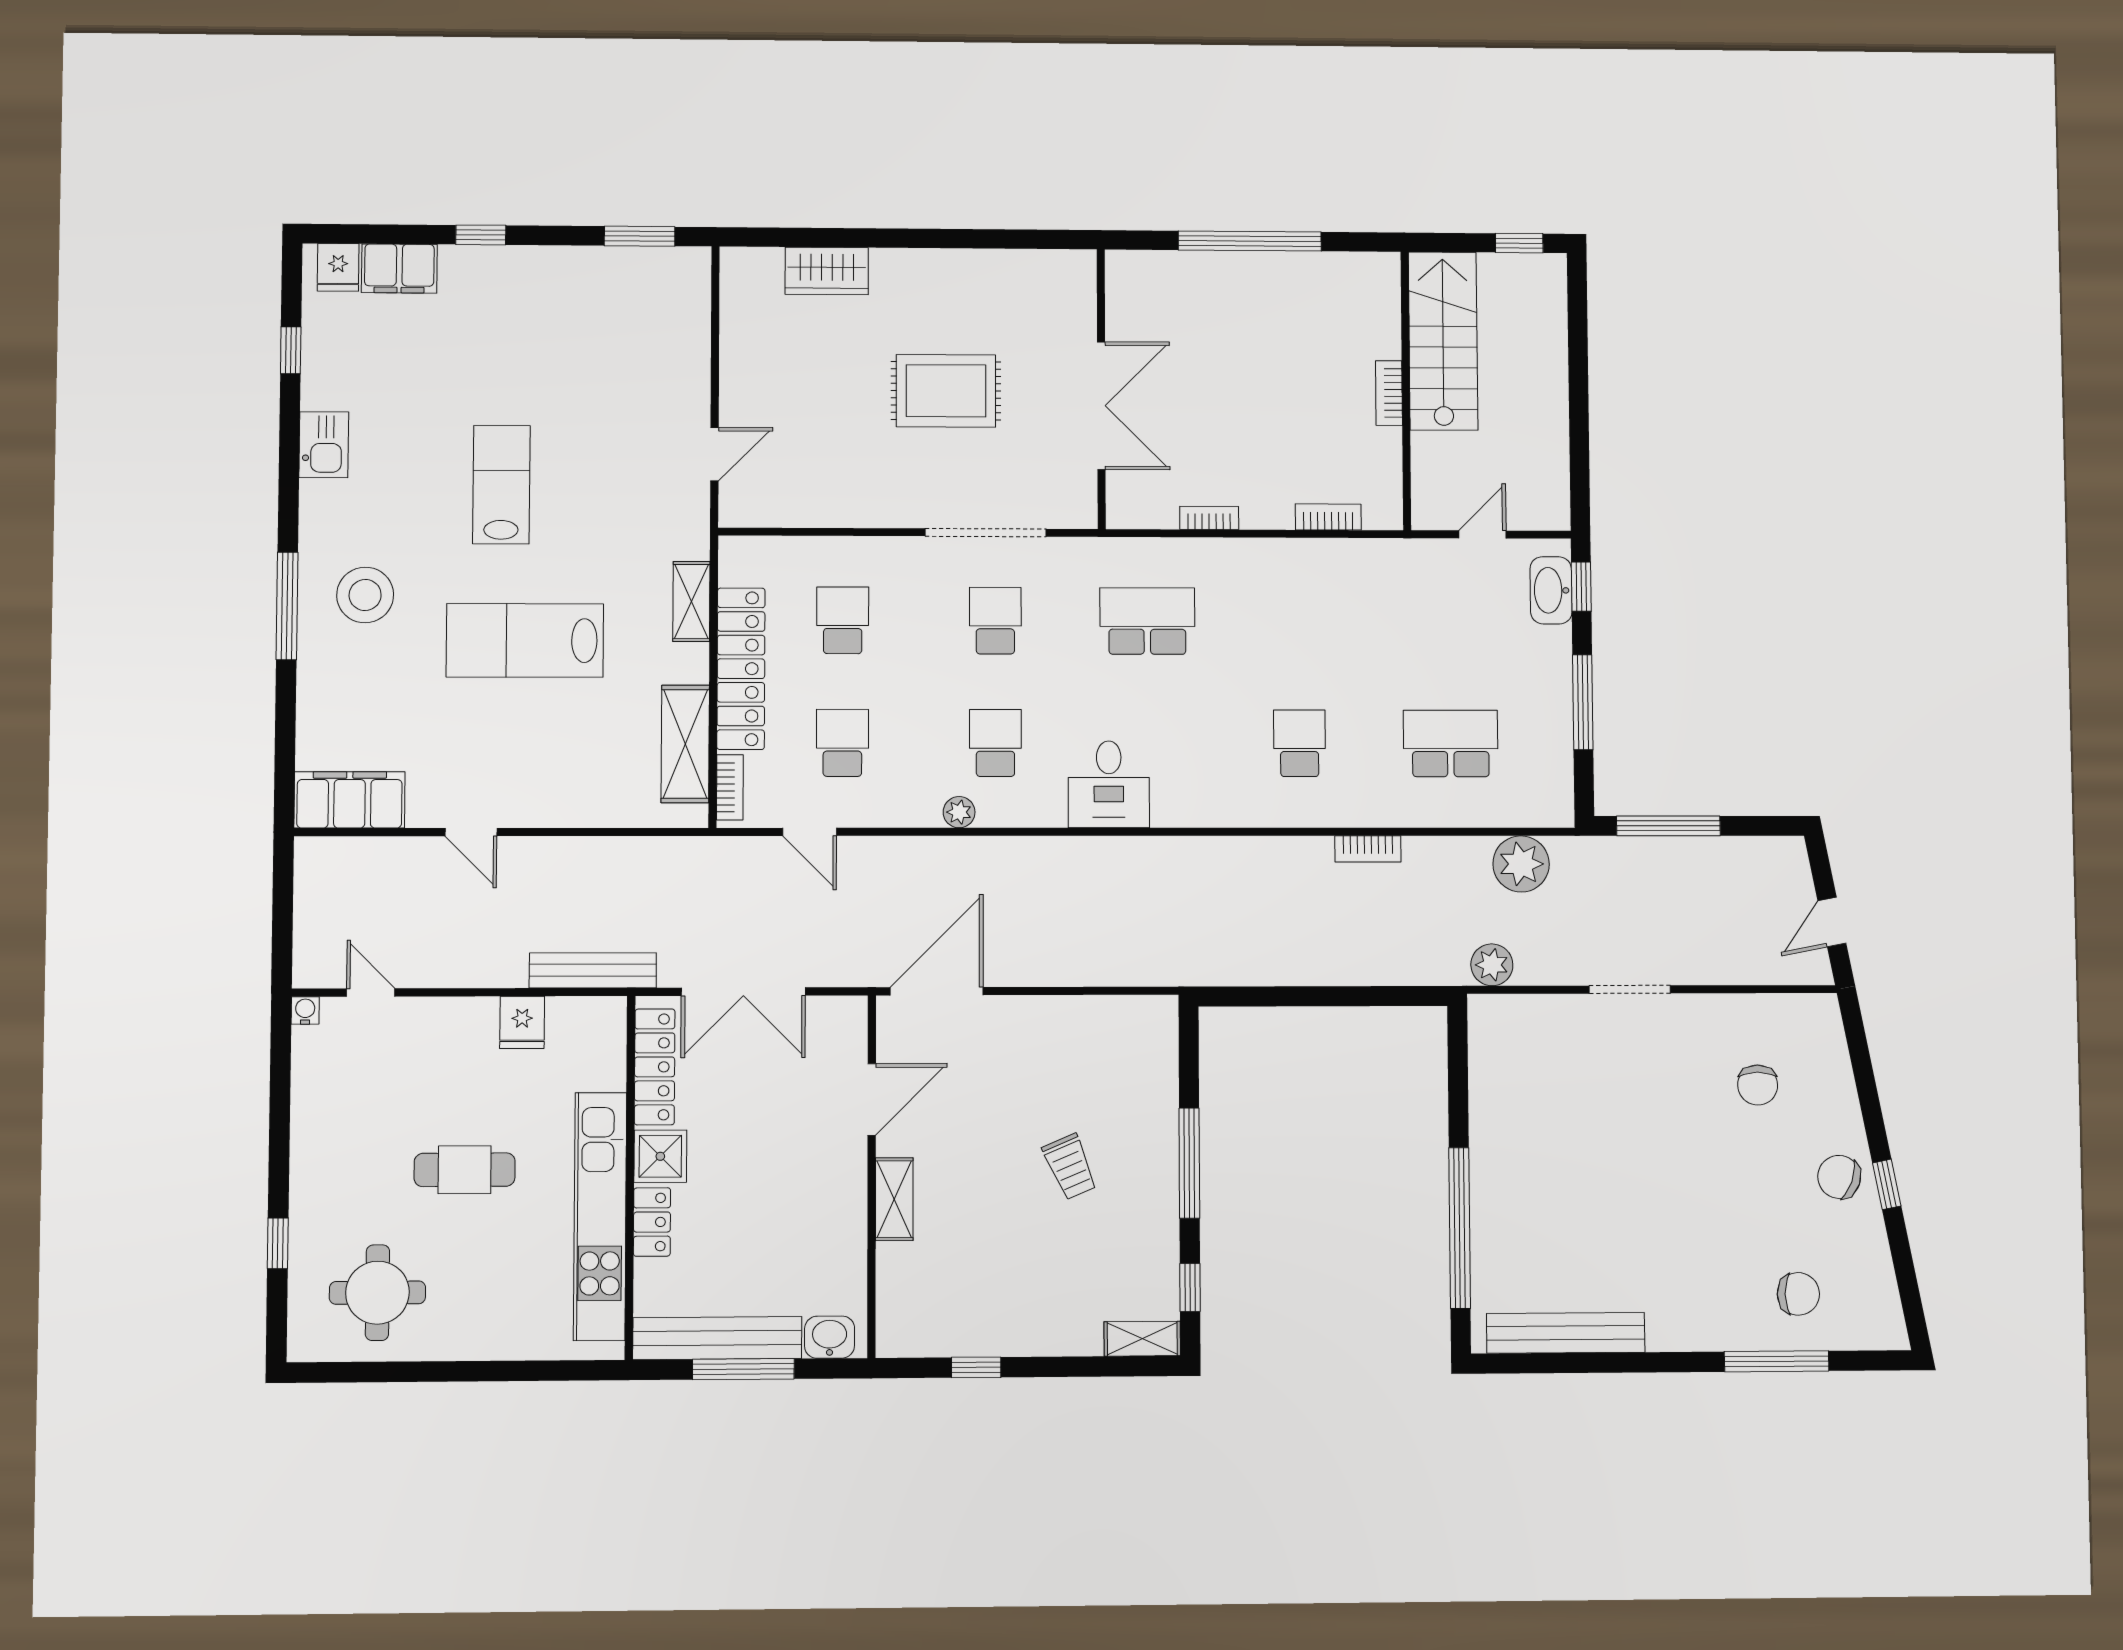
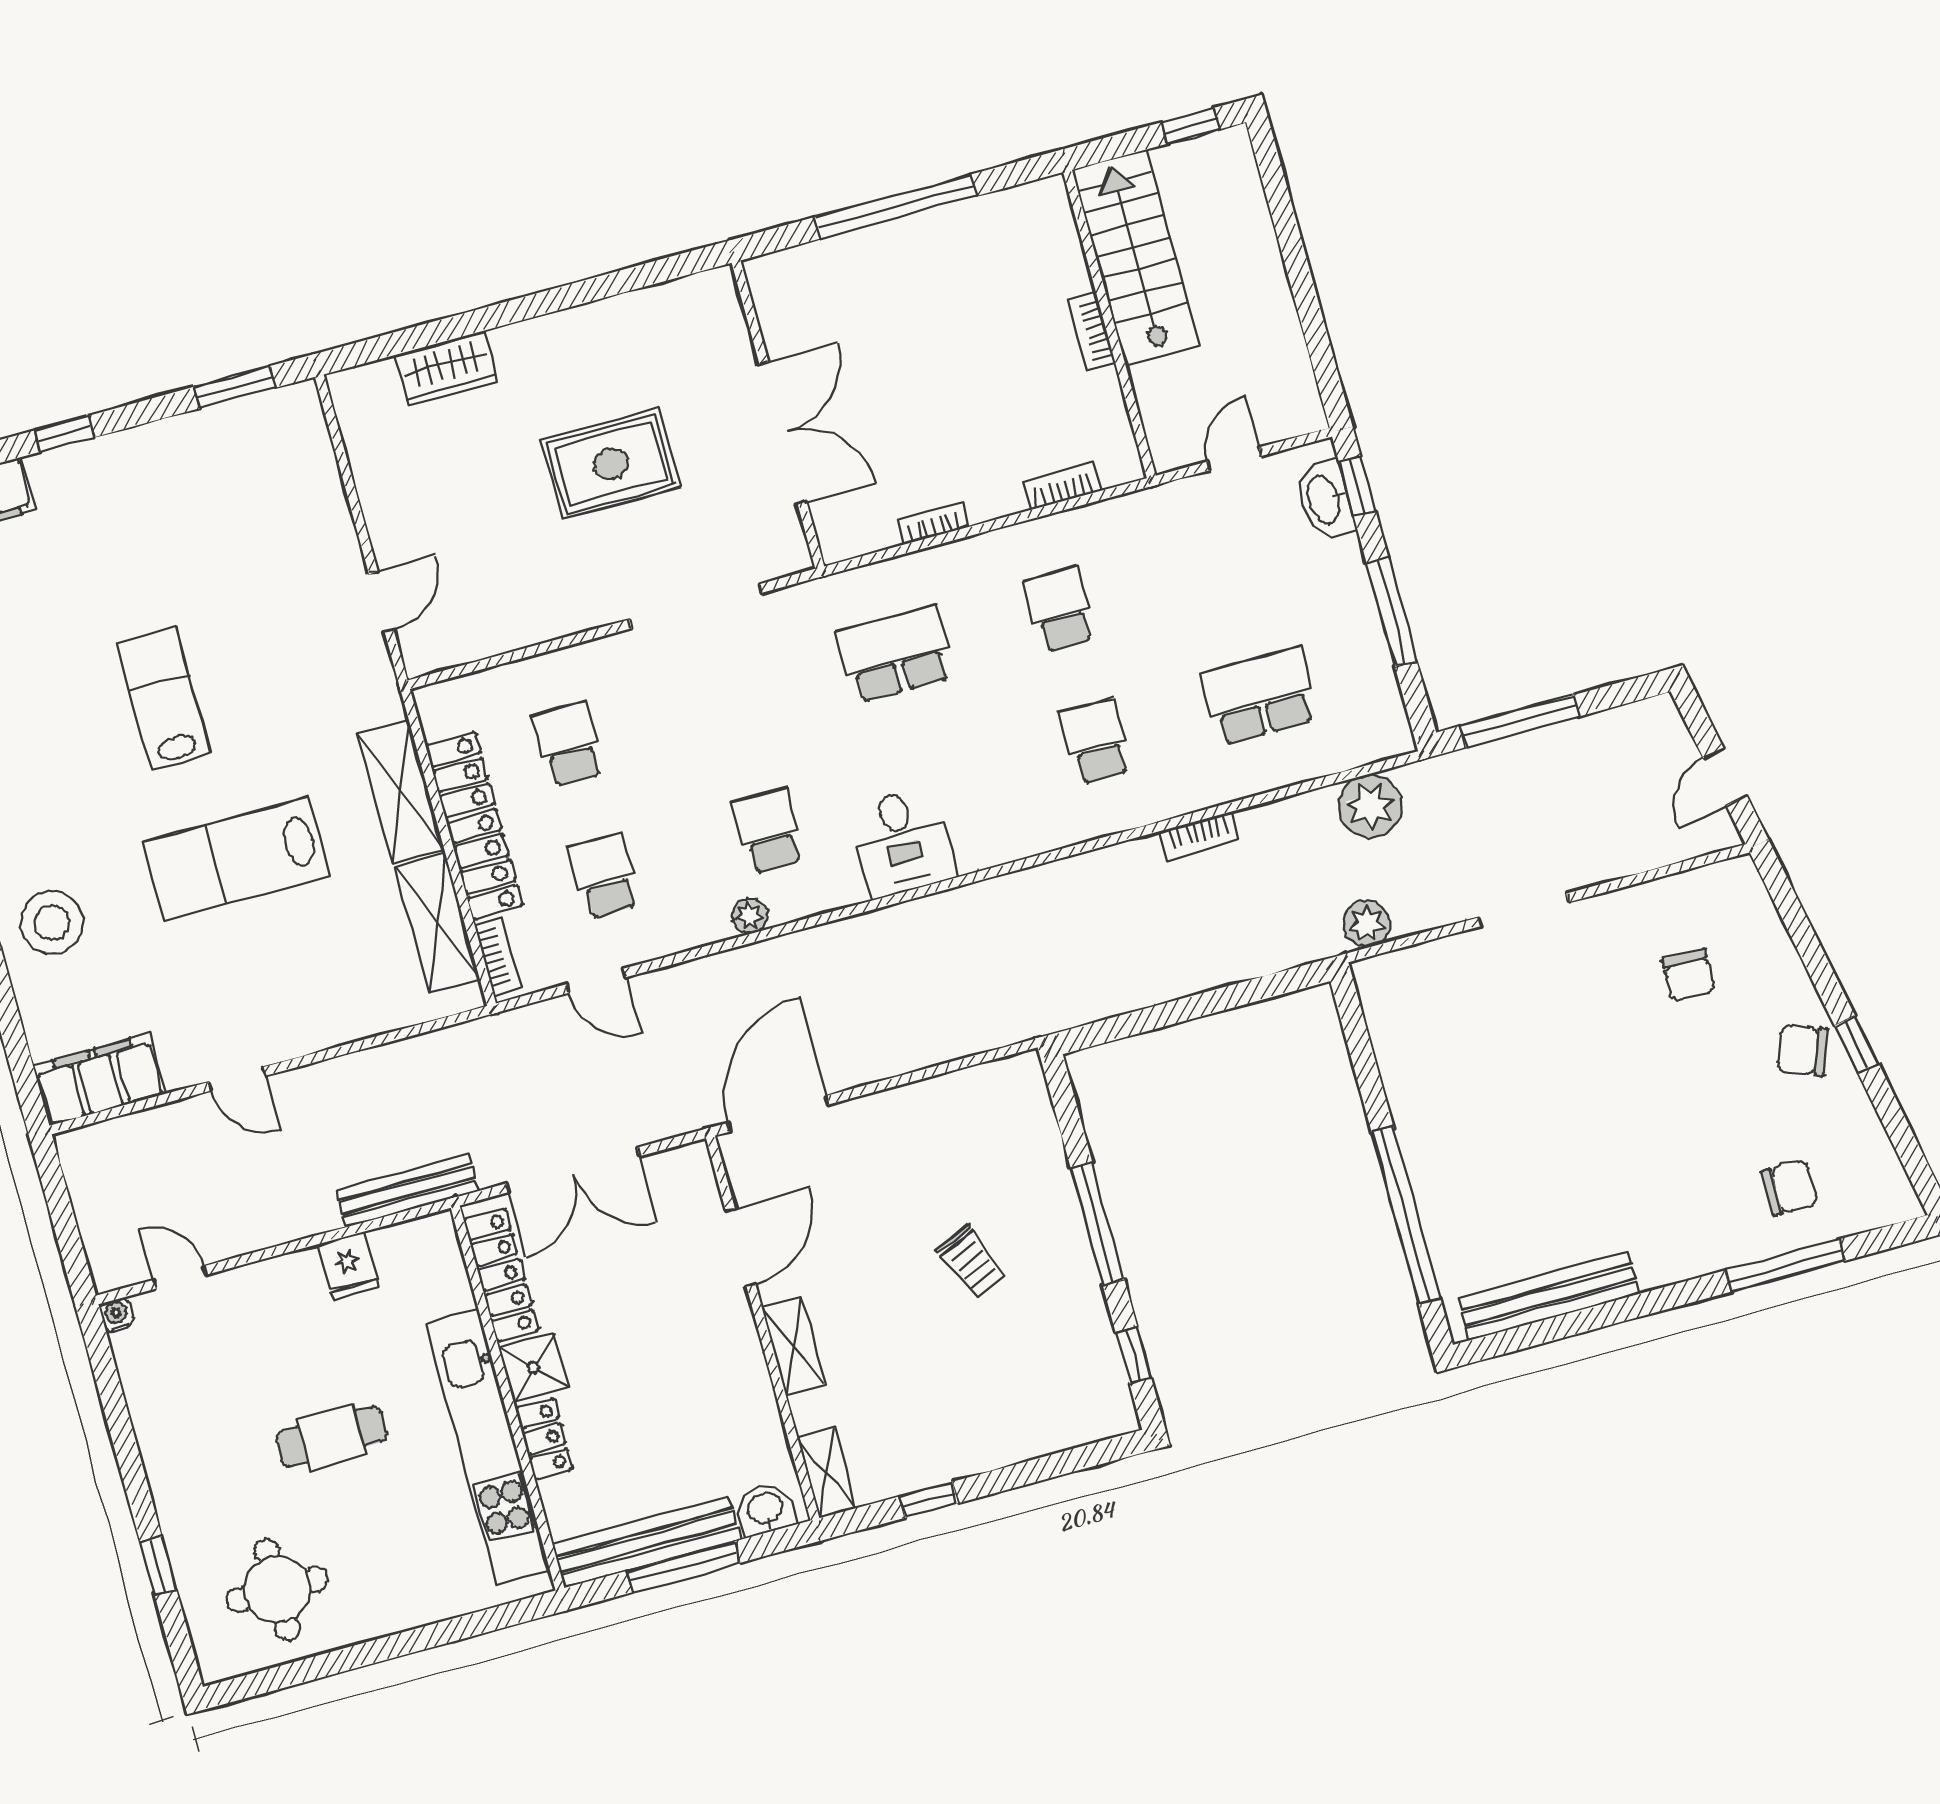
stool: (365, 595) -> (52, 923), moved
shelving: (691, 601) -> (401, 792), width x1.50, depth x1.33
school desk: (995, 621) -> (1060, 609), moved
shelving: (1142, 1339) -> (826, 1473), moved, turned 90

